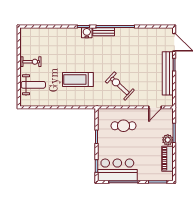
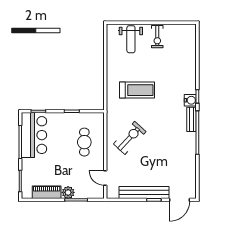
treadmill: (78, 80) -> (137, 90), turned 90

